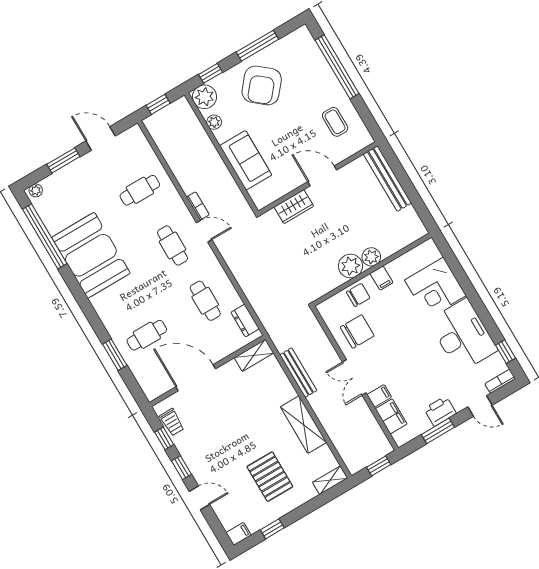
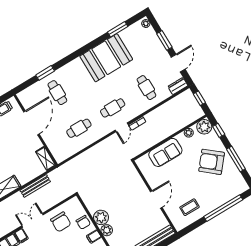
wardrobe: (294, 207) -> (137, 182), removed
window: (45, 236) -> (118, 29), width x0.47
dresser: (245, 321) -> (178, 86), moved

